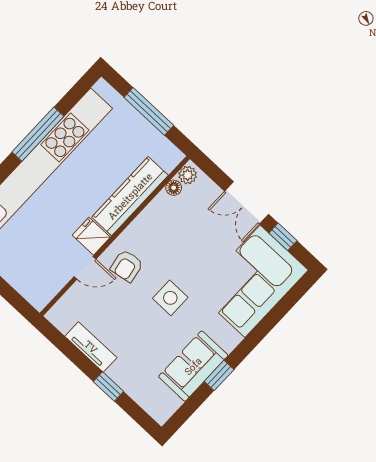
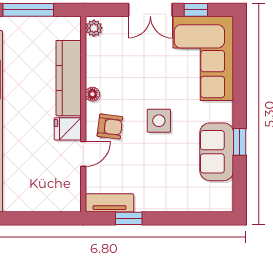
floor lamp: (174, 188) -> (92, 94), moved
armchair: (127, 266) -> (110, 127), turned -73
tv unit: (91, 347) -> (109, 203), moved
window: (108, 387) -> (129, 218), moved

